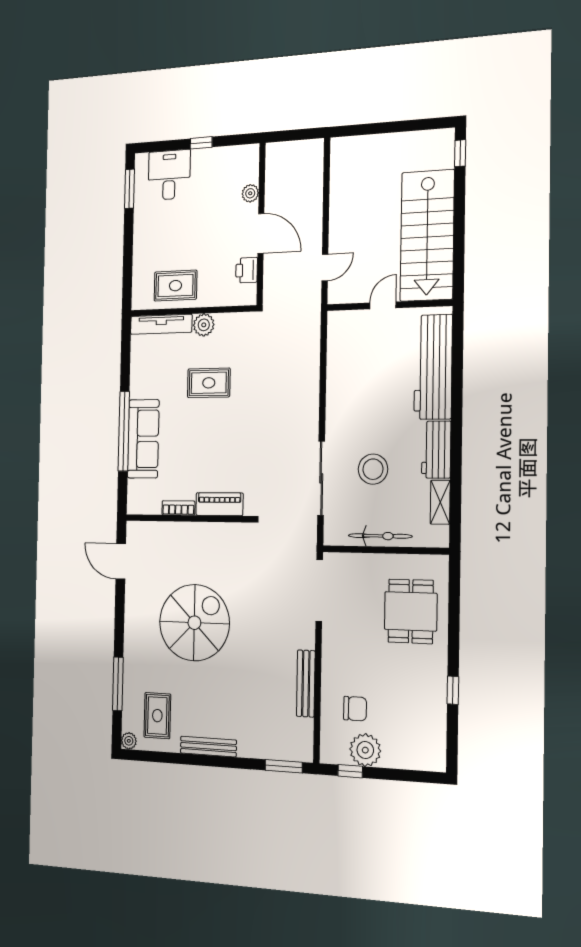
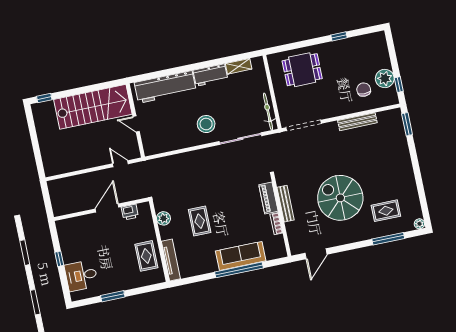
window: (129, 189) -> (113, 296), moved
plant: (250, 193) -> (85, 220), removed
plant: (204, 325) -> (163, 218), moved
stool: (373, 469) -> (206, 124), moved
bicycle: (380, 536) -> (268, 112), moved
rug: (157, 716) -> (386, 211), moved
bench: (208, 747) -> (286, 204), moved

